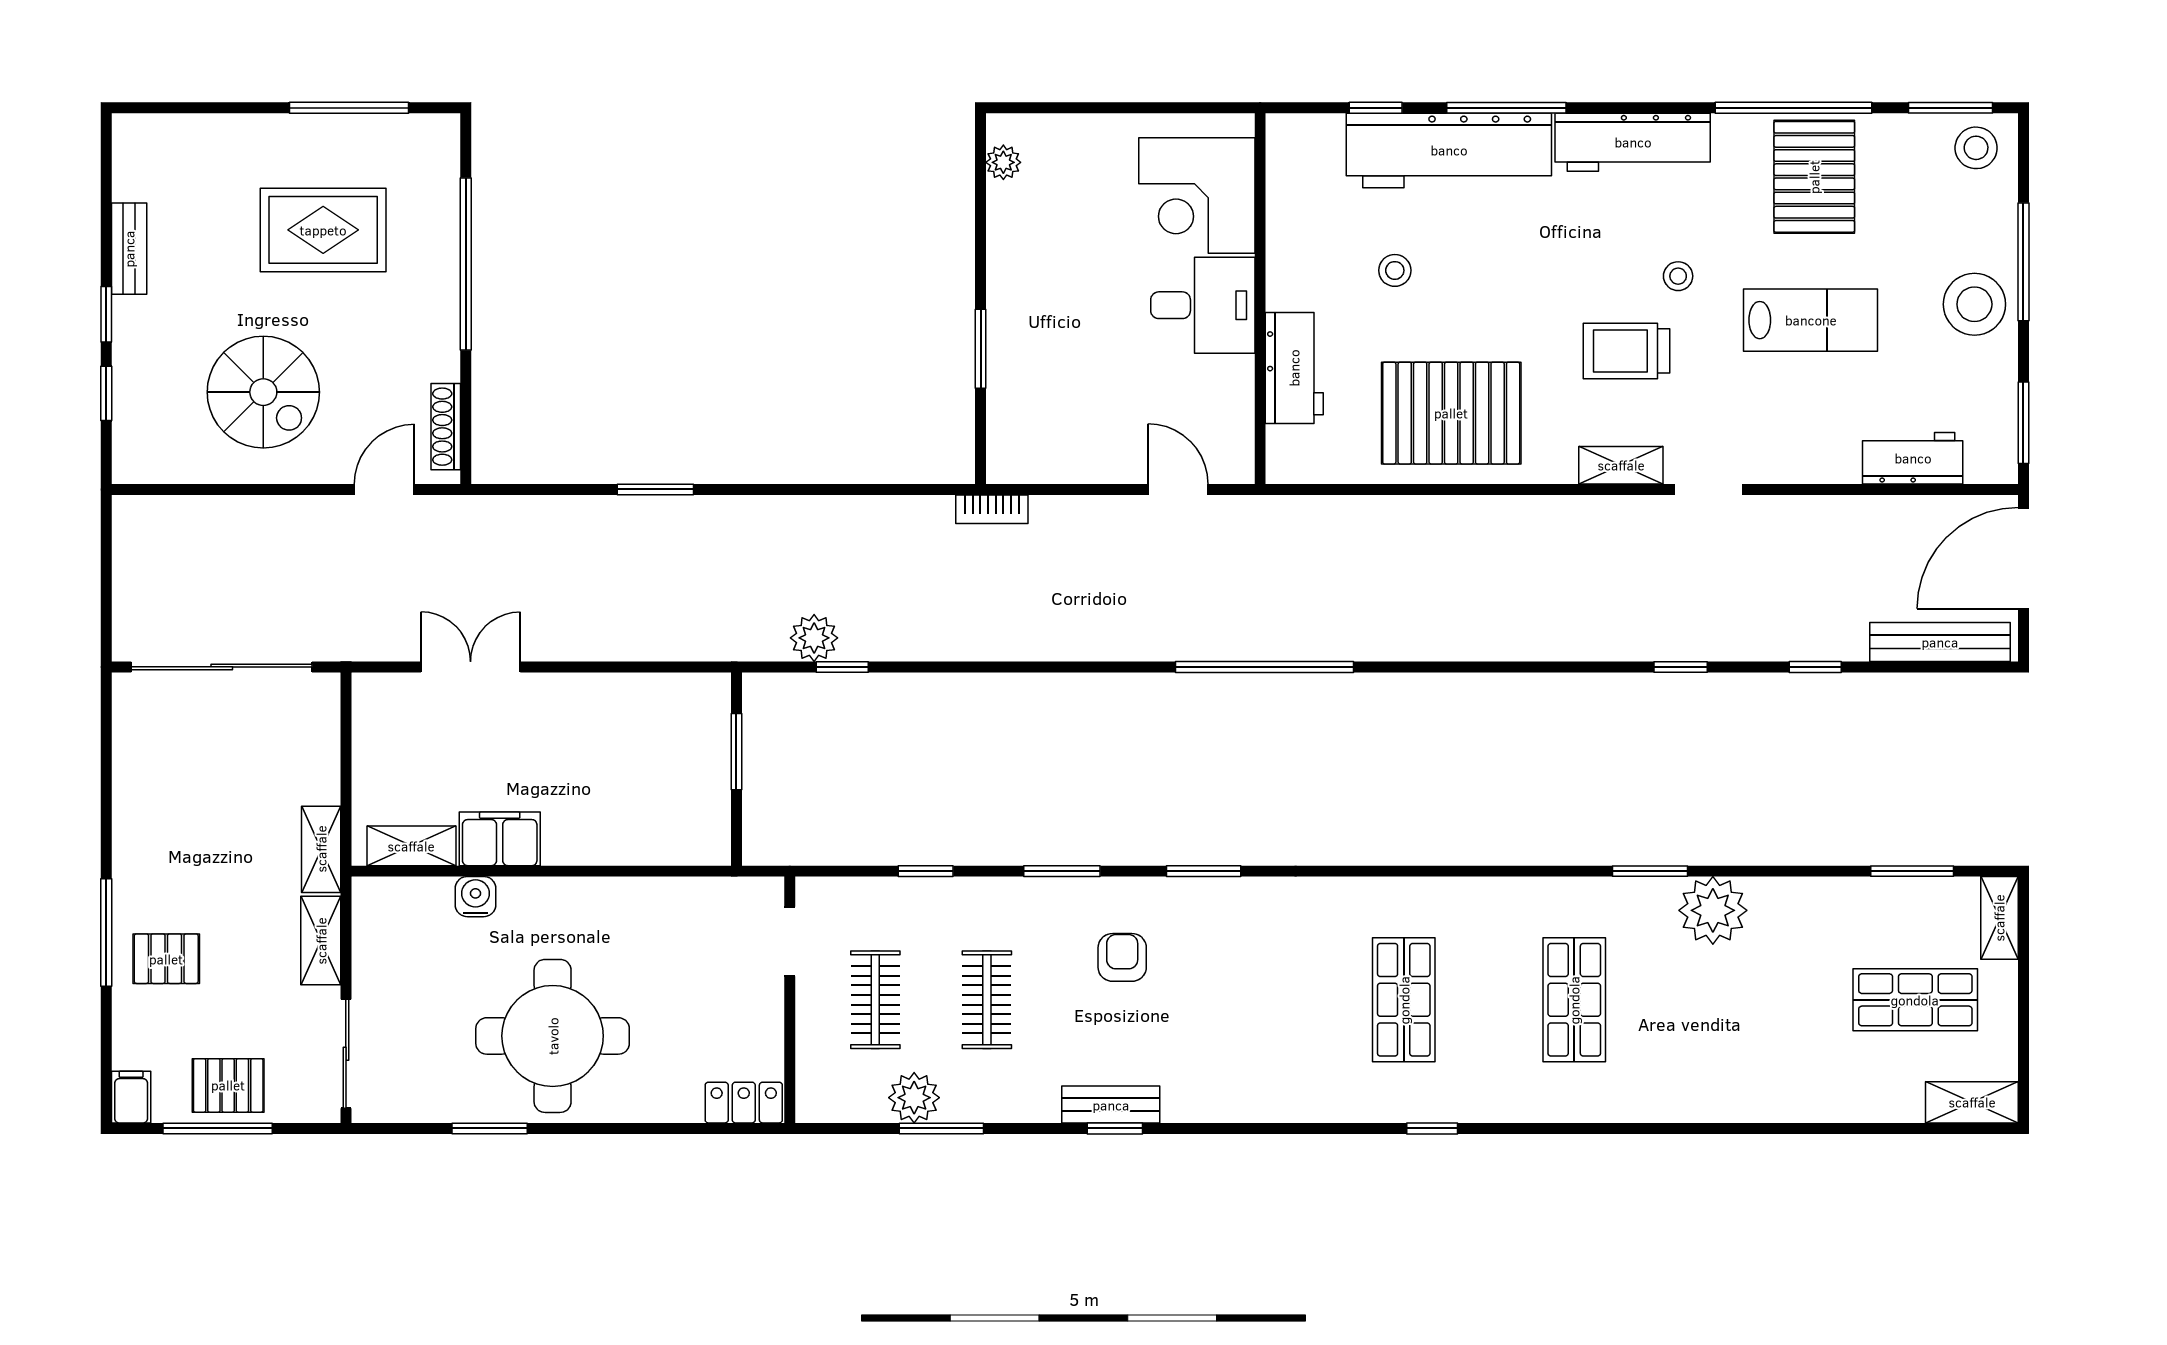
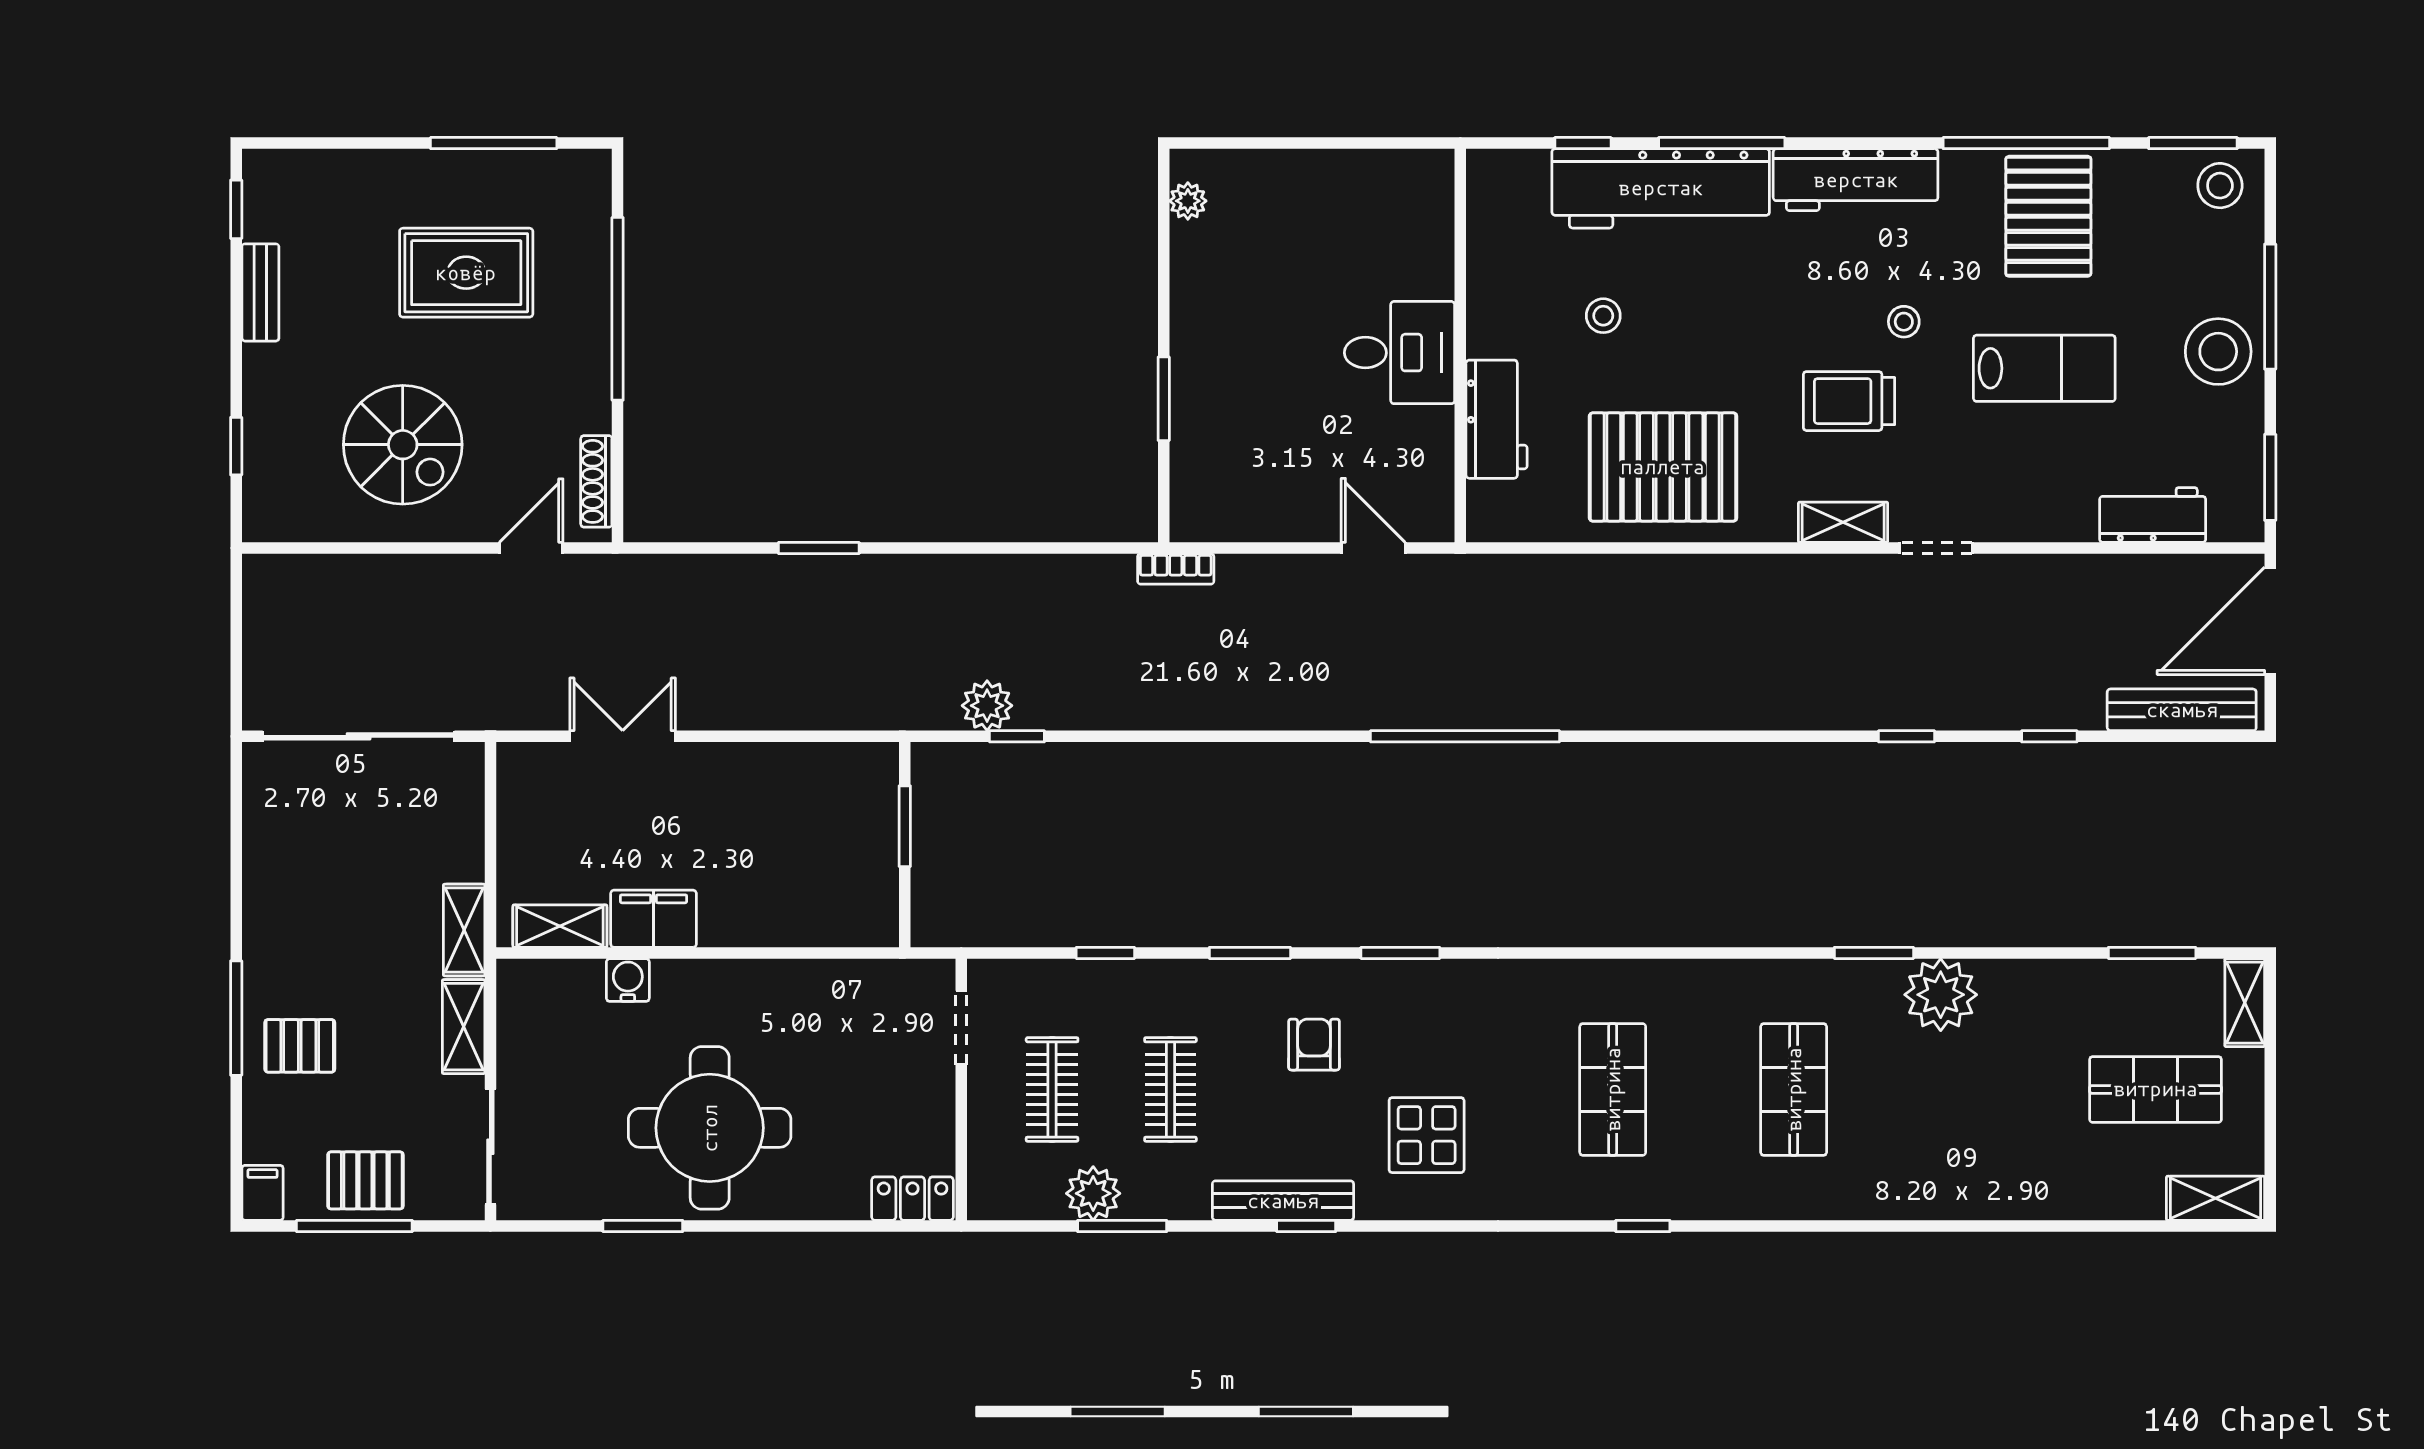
corner desk: (1197, 196) -> (1393, 236), removed
window: (106, 314) -> (236, 209), moved
display table: (1228, 1043) -> (1427, 1135), added
bench: (1111, 1105) -> (1283, 1201), width x1.36

